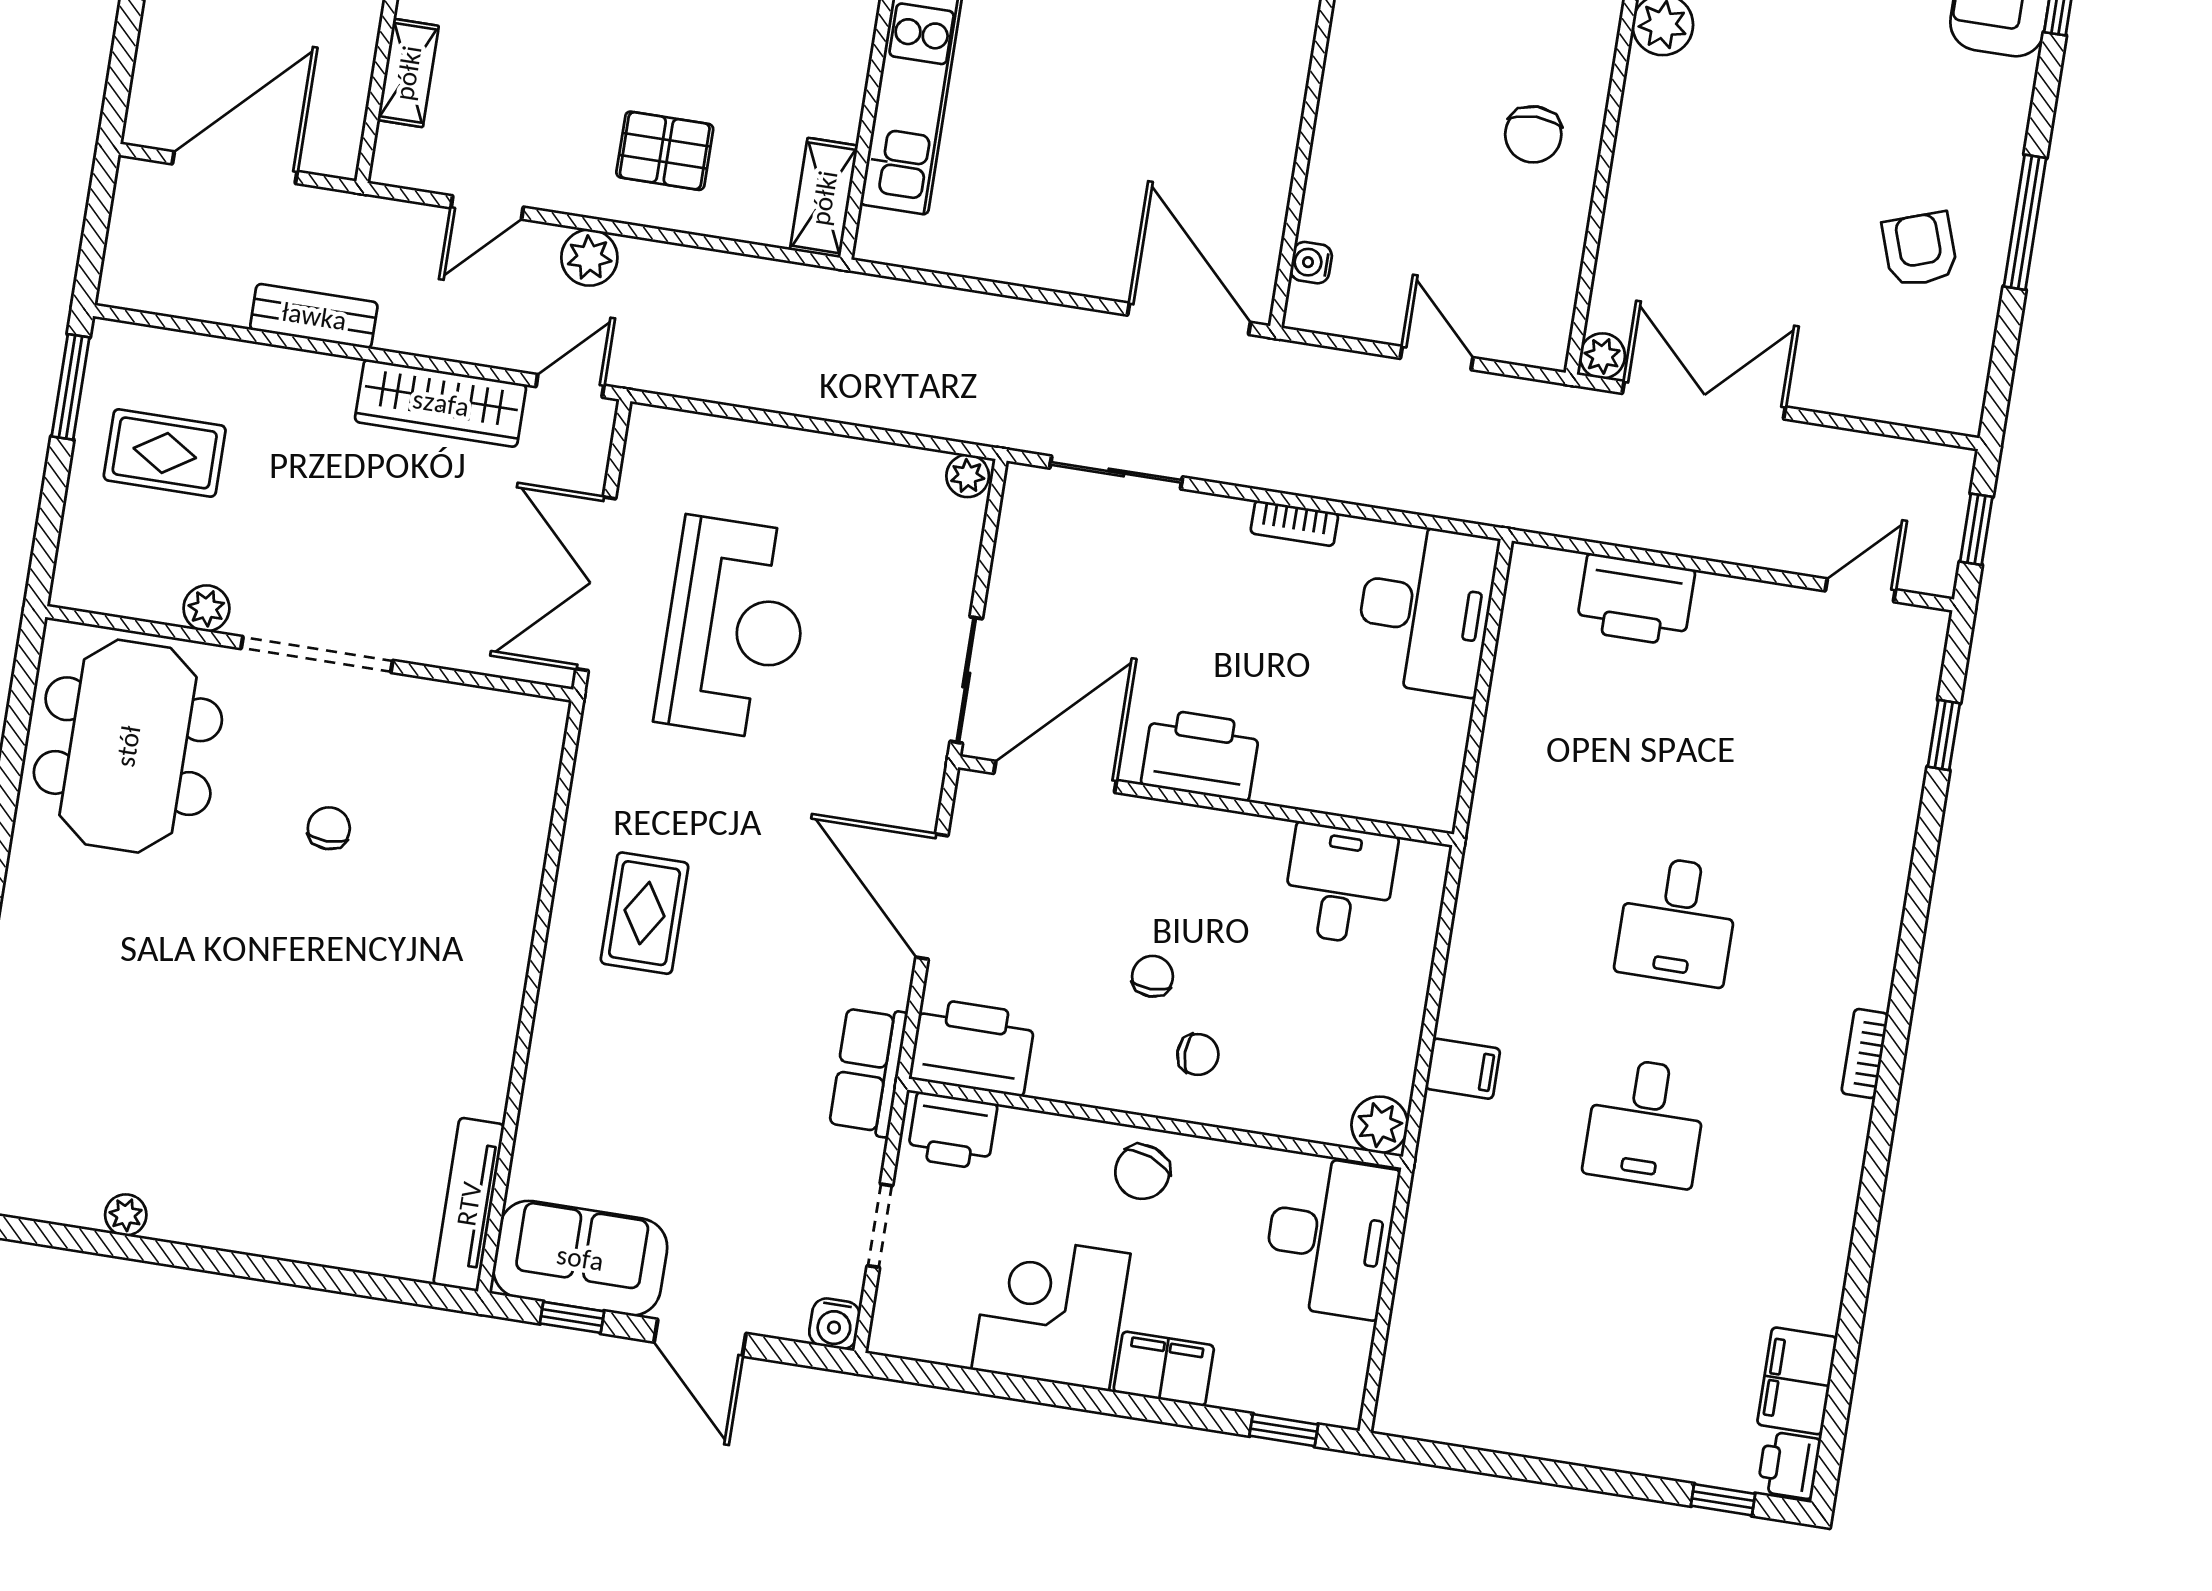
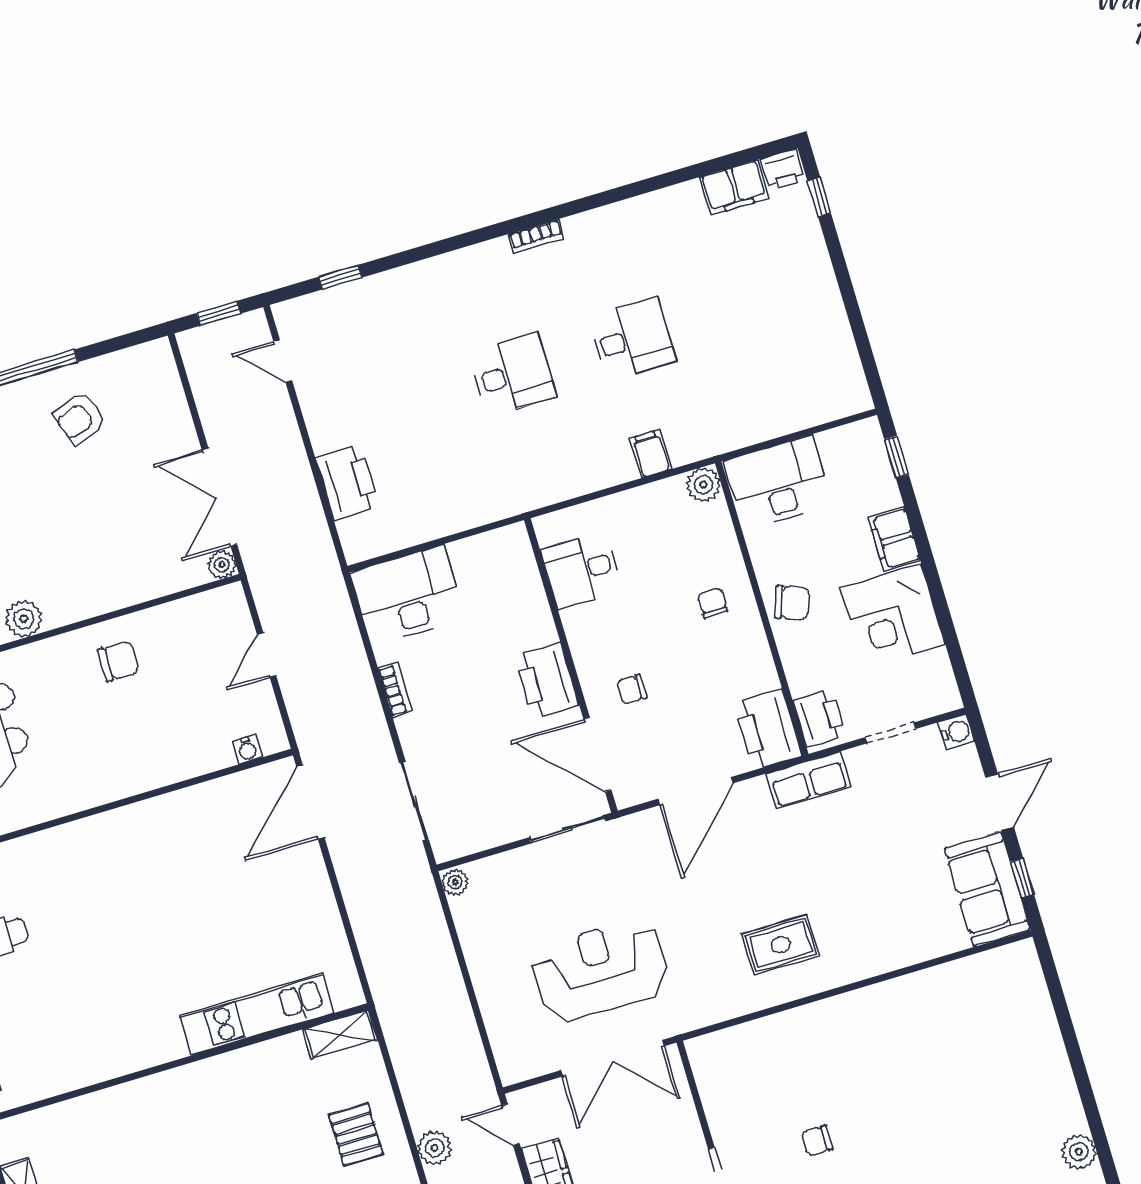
chair: (1152, 976) -> (632, 689), moved
tv unit: (469, 1204) -> (987, 965), removed
plant: (126, 1215) -> (1079, 1152), width x1.38, depth x1.38

